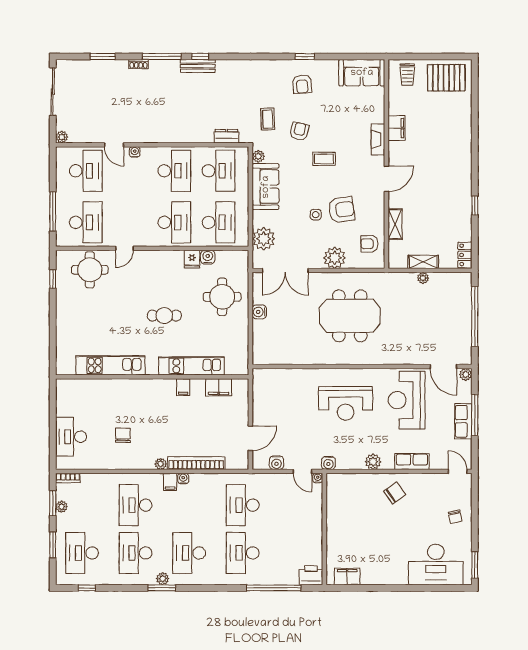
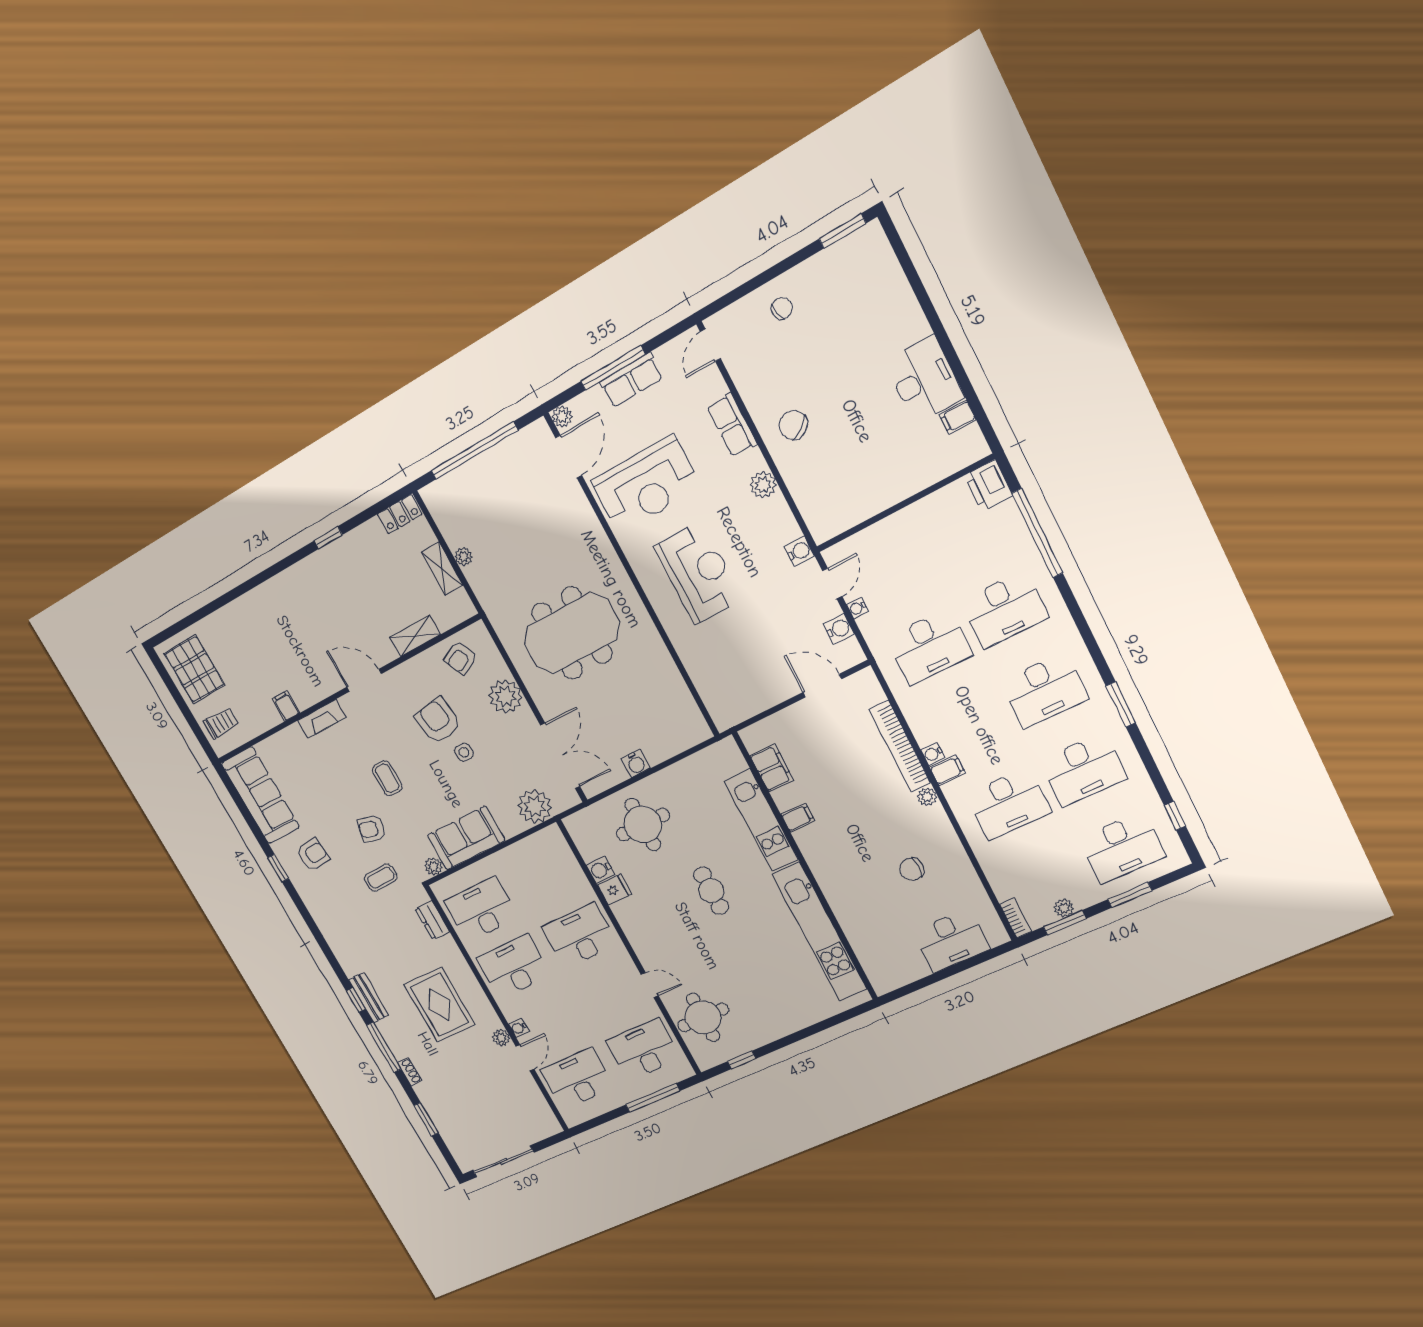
sofa: (362, 73) -> (260, 795), width x1.36
rug: (172, 109) -> (439, 1005), added
filing cabinet: (397, 128) -> (286, 706), width x0.50
plant: (62, 137) -> (501, 1038), moved
desk: (219, 222) -> (547, 877), removed
armchair: (369, 244) -> (460, 658), turned 65
meeting table: (350, 316) -> (572, 633), turned 90
kitchen unit: (110, 365) -> (820, 932), width x1.36
water cooler: (318, 478) -> (857, 608), moved
desk: (436, 565) -> (924, 380), moved, width x0.73, depth x0.77
filing cabinet: (347, 577) -> (958, 417), width x0.50
plant: (163, 579) -> (1105, 710), removed

